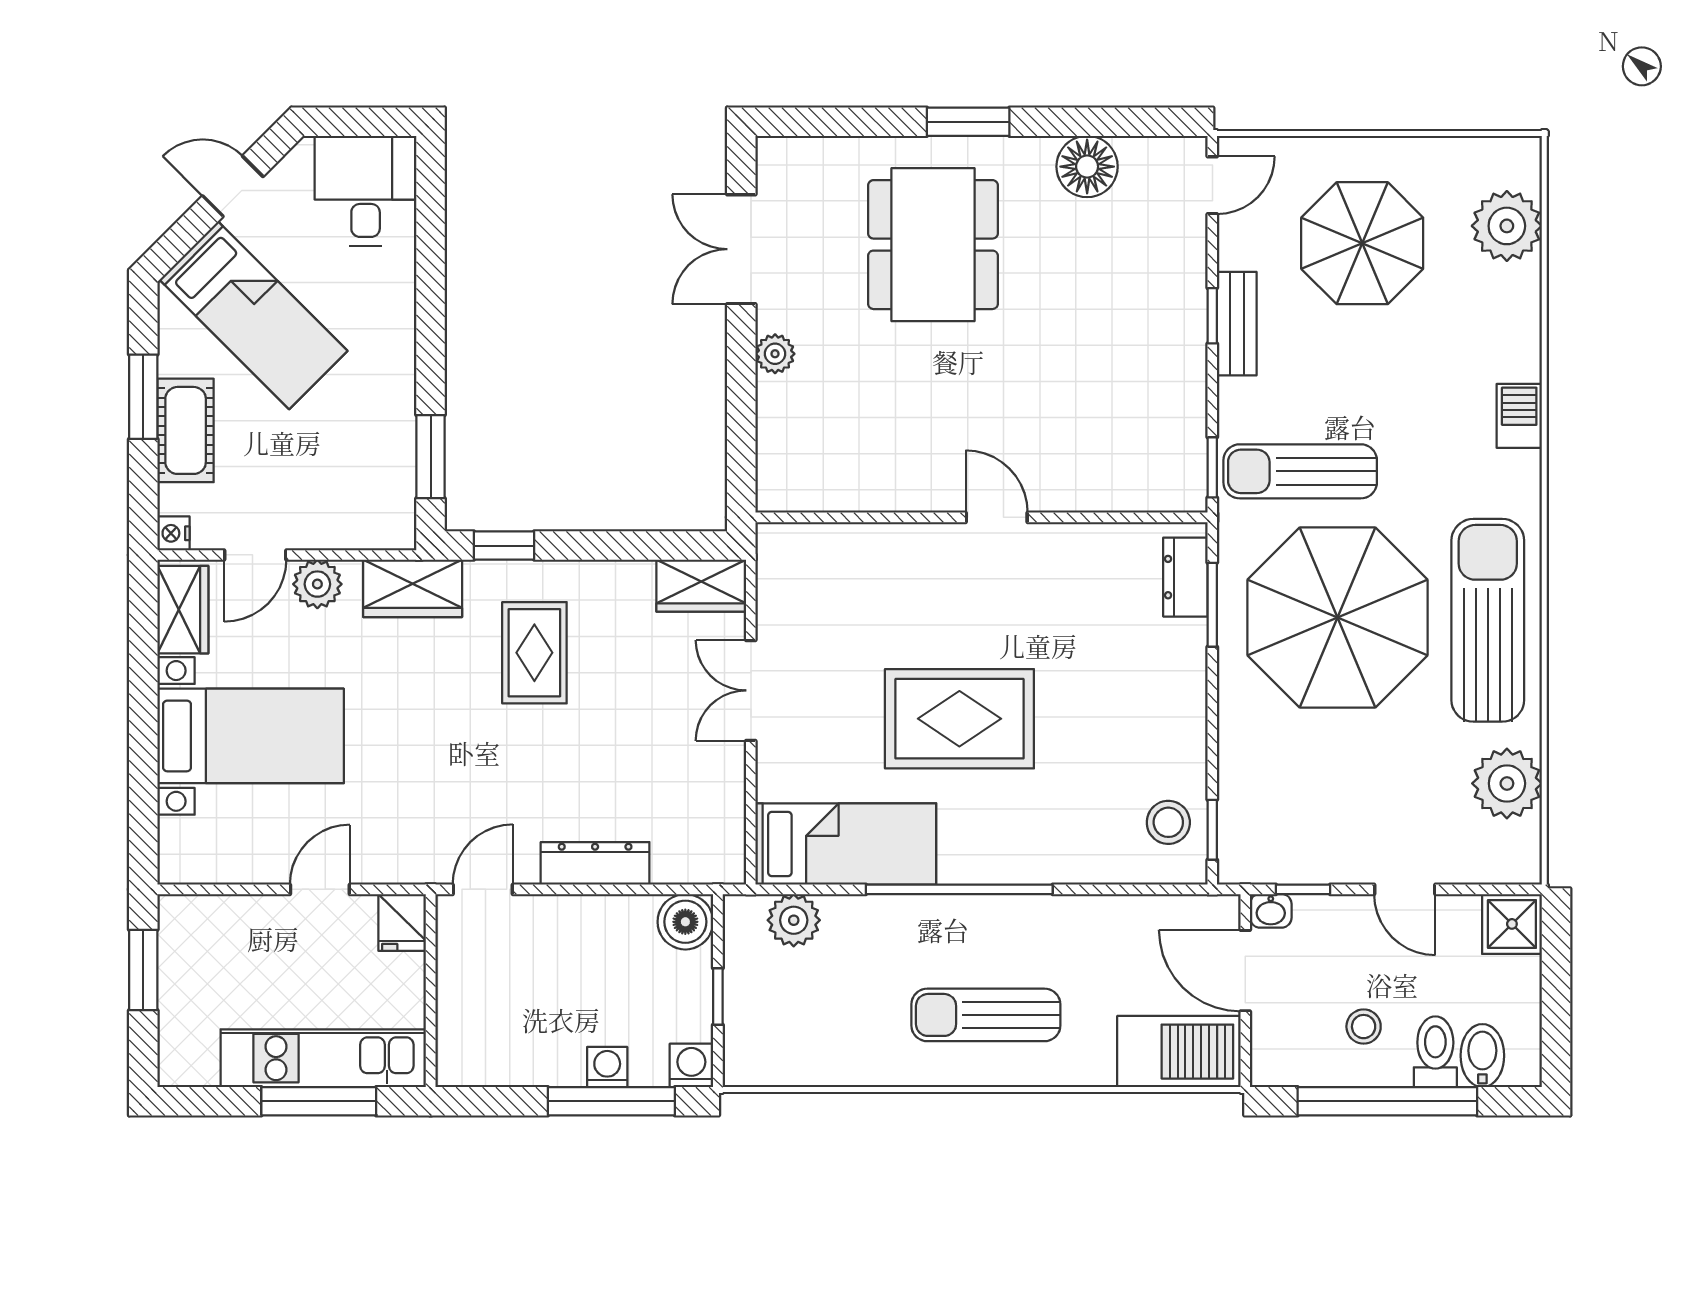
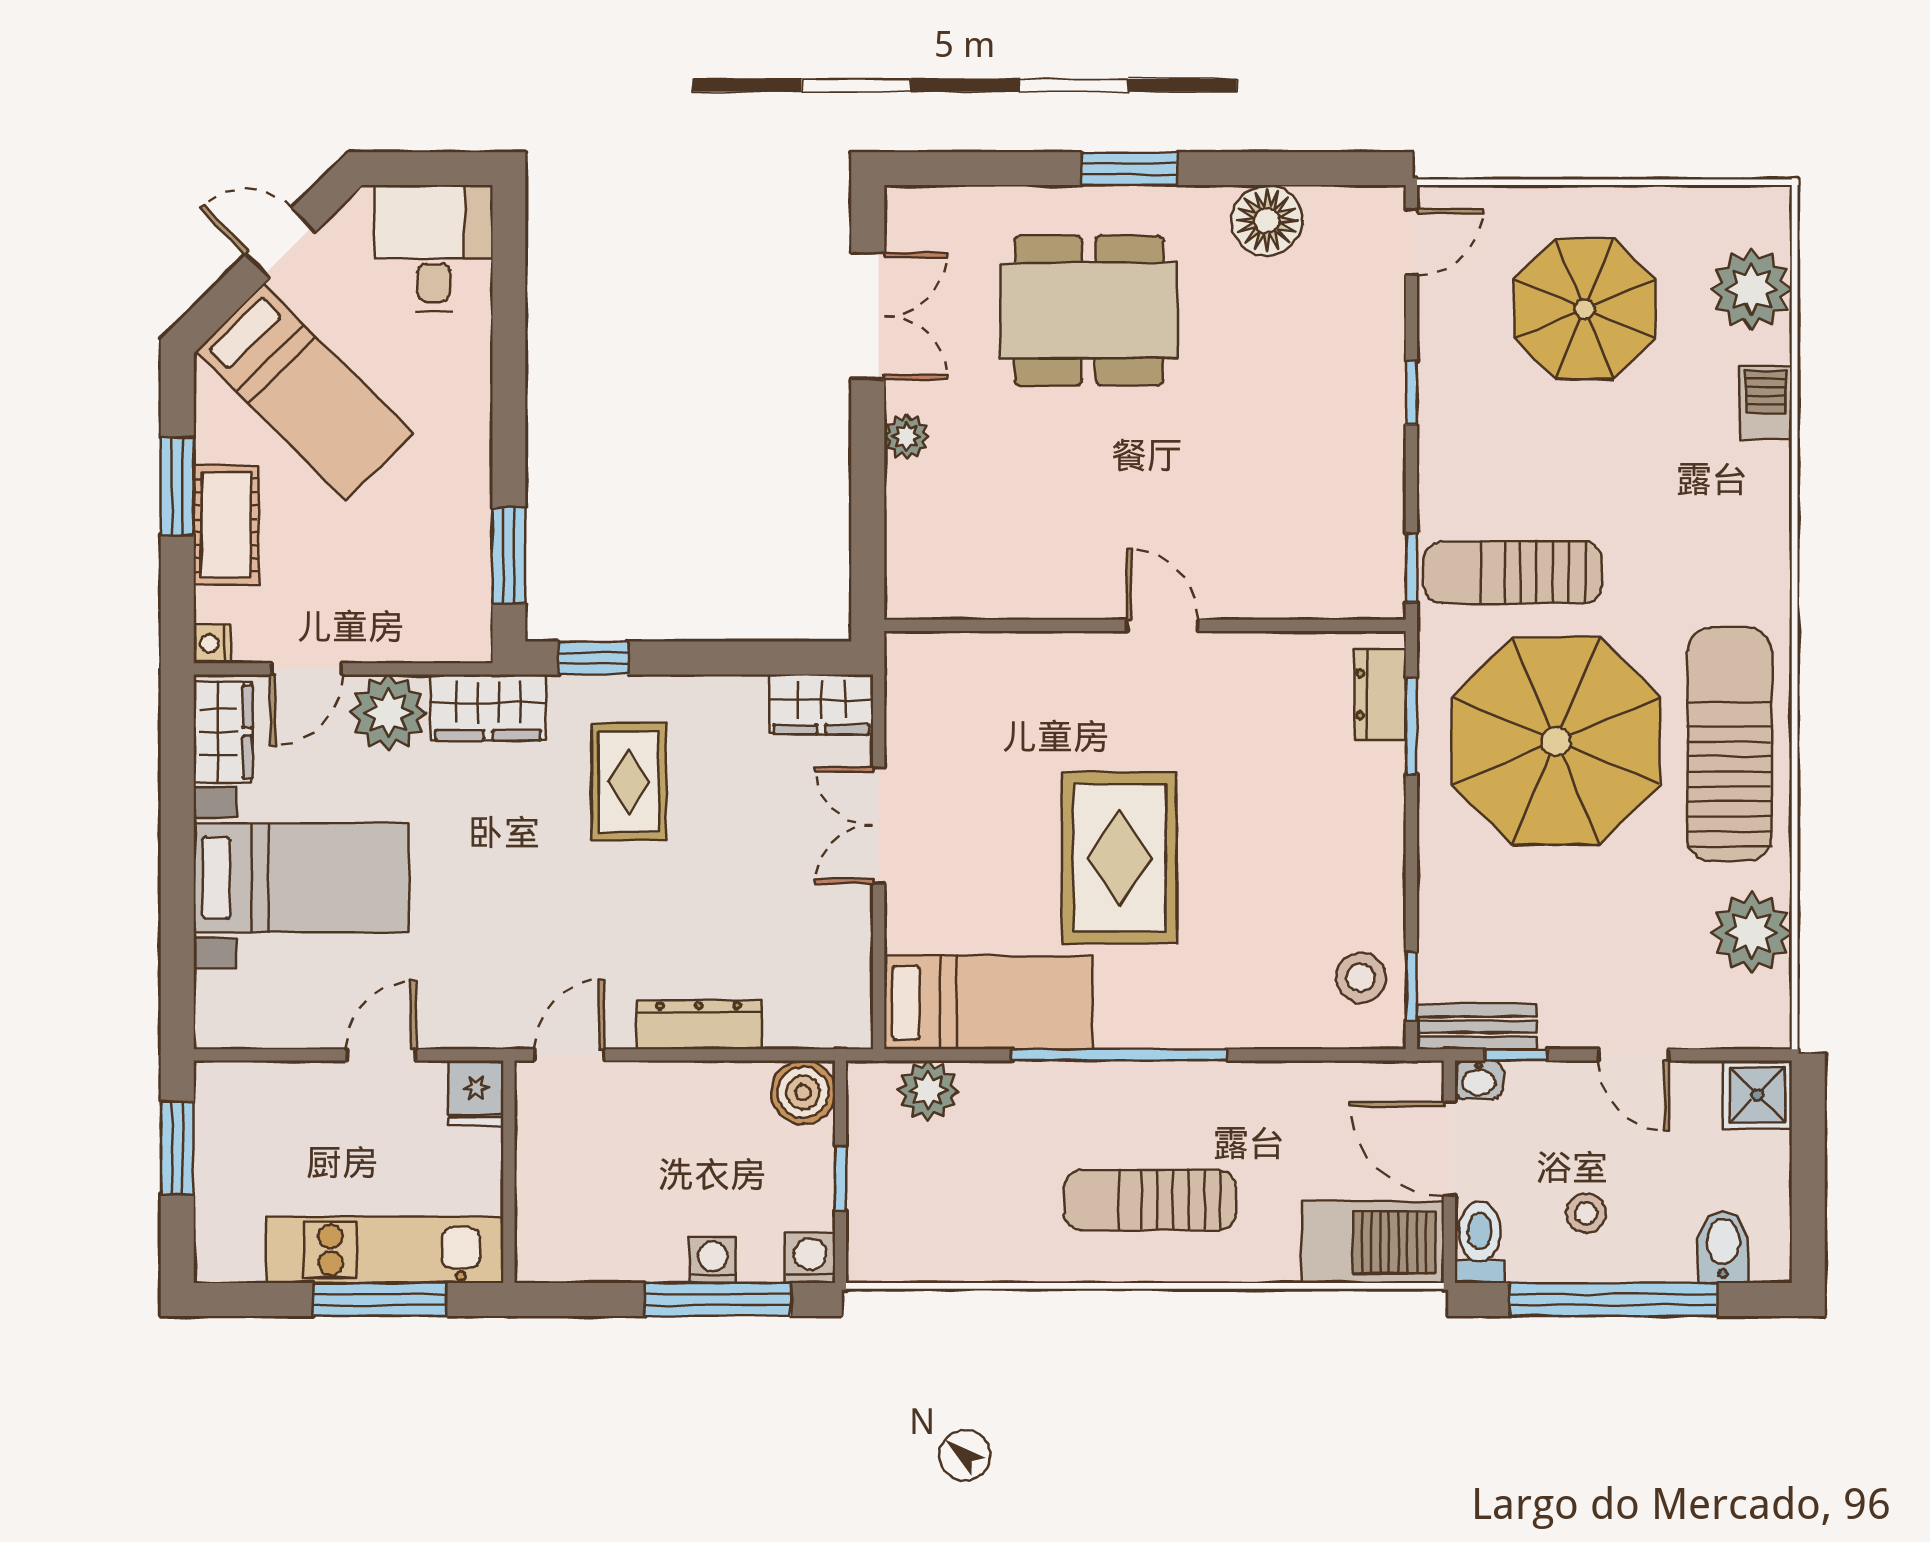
dining table: (933, 245) -> (1089, 311), turned 90
double door: (741, 249) -> (868, 316), swing flipped
bench: (1237, 324) -> (1477, 1027), moved, turned 90
barbecue: (1519, 416) -> (1766, 403), moved
plant: (317, 584) -> (388, 713), width x1.36, depth x1.36
rug: (959, 719) -> (1120, 858), turned 90
toilet: (1435, 1052) -> (1480, 1242), moved

